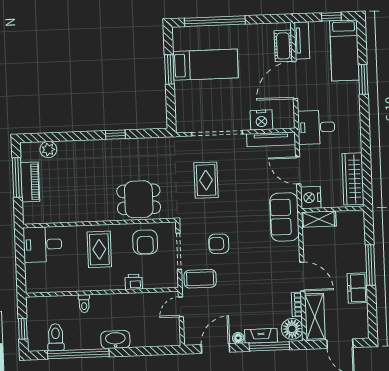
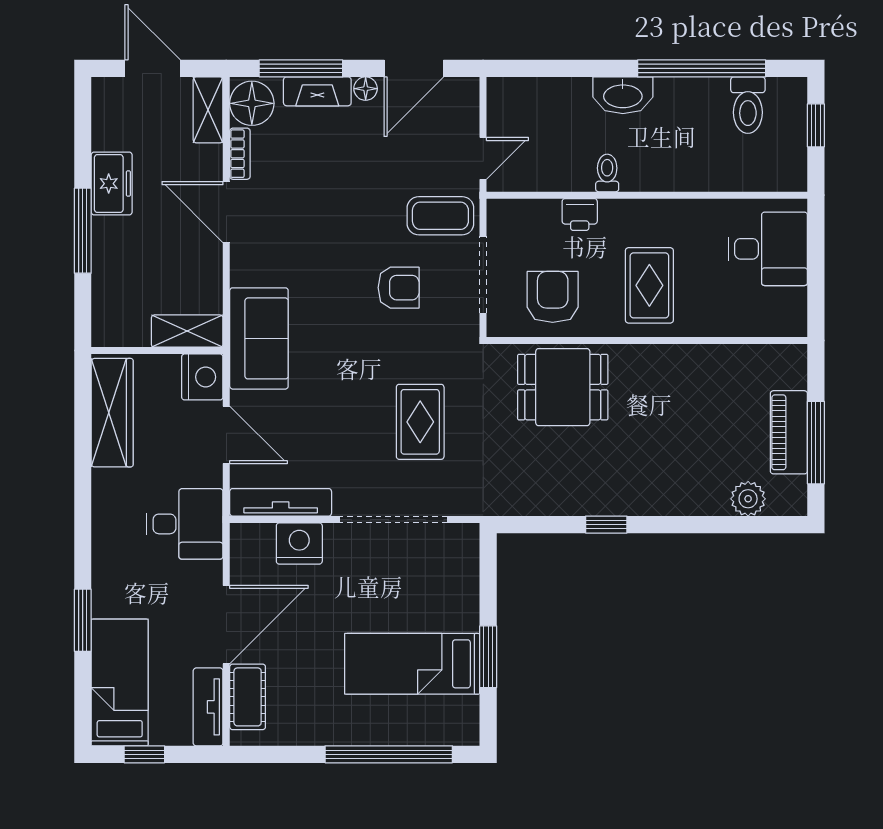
desk: (43, 244) -> (768, 249), moved
toilet: (84, 304) -> (607, 173), moved
shelving: (315, 317) -> (208, 110), width x0.67, depth x0.75

